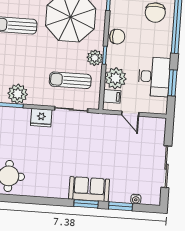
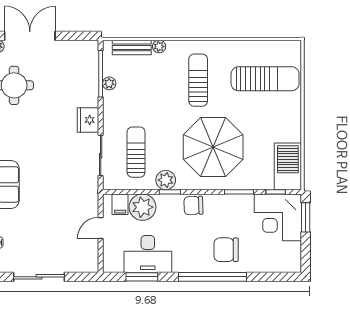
chair: (117, 37) -> (193, 205), turned 88
plant: (18, 94) -> (109, 83), width x0.53, depth x0.53

